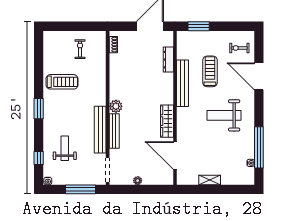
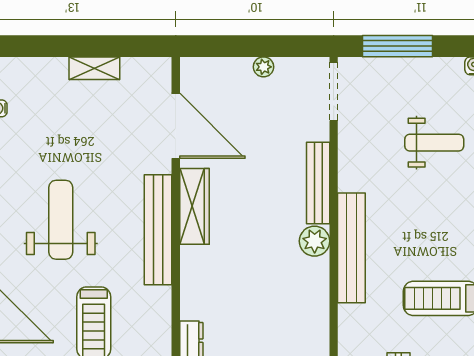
bench: (183, 83) -> (158, 230), moved
weight bench: (224, 115) -> (61, 220), turned -90
bench: (100, 130) -> (351, 248), moved
weight bench: (65, 148) -> (434, 143), turned -90

